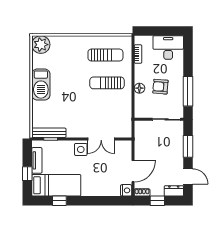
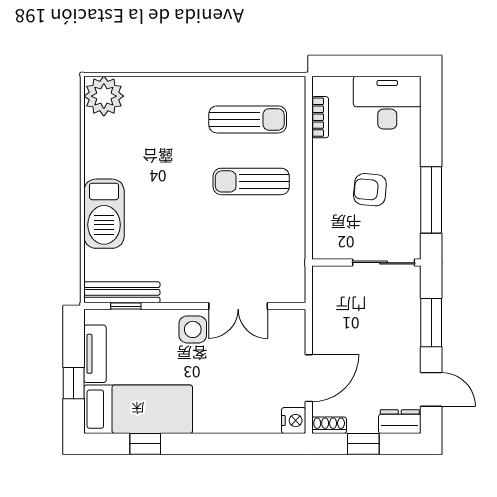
barbecue: (41, 85) -> (104, 214), moved
floor lamp: (139, 88) -> (323, 193), removed

